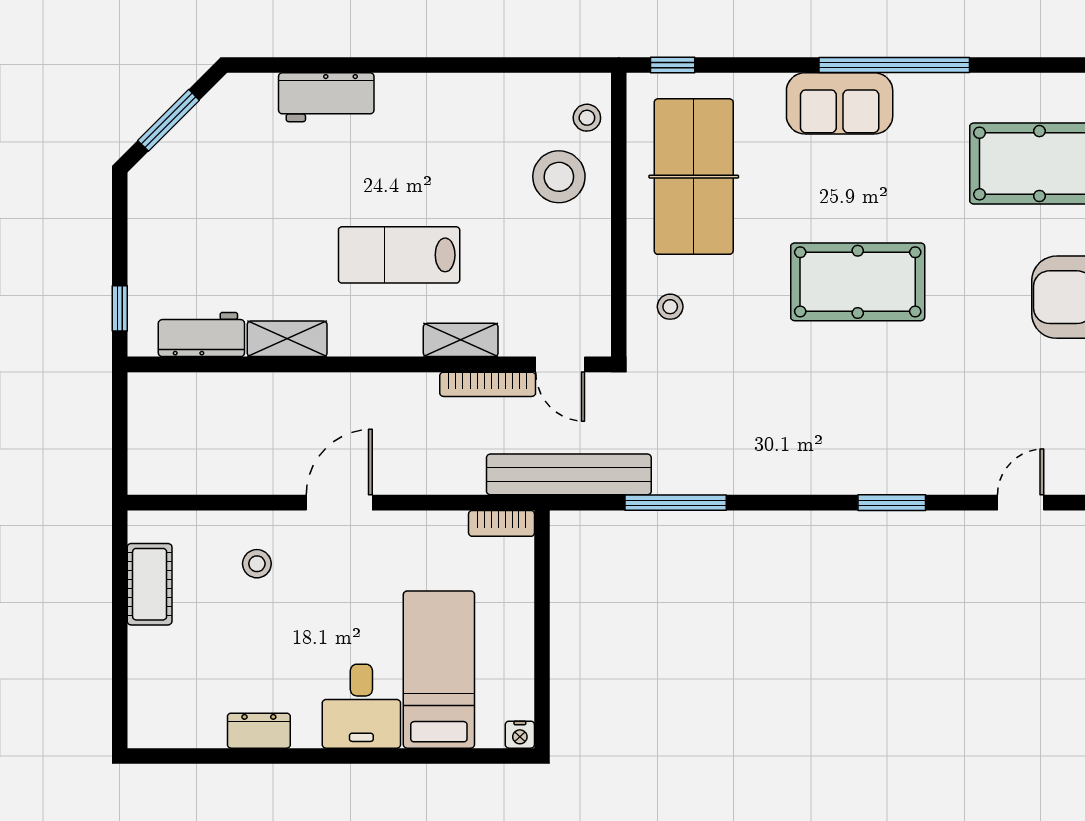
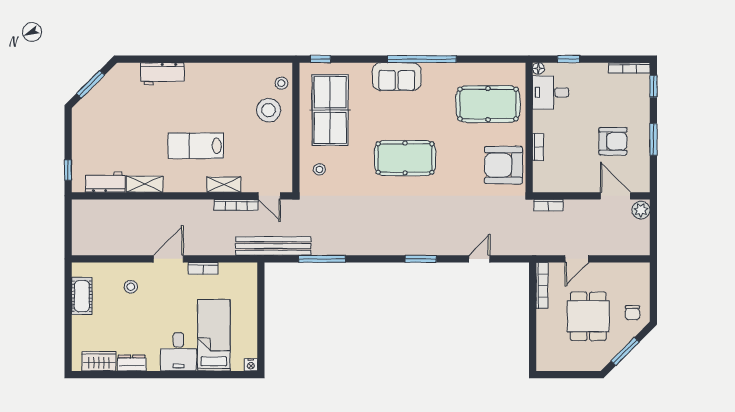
bookcase: (502, 523) -> (203, 268), moved
wardrobe: (187, 727) -> (99, 361), added

